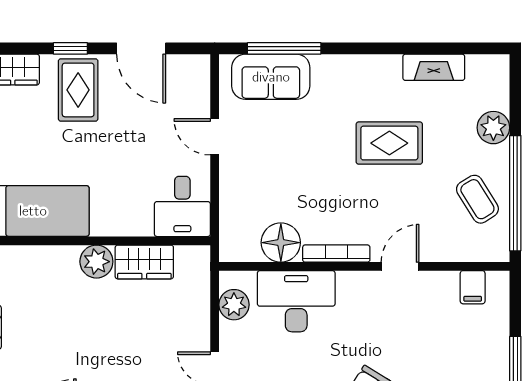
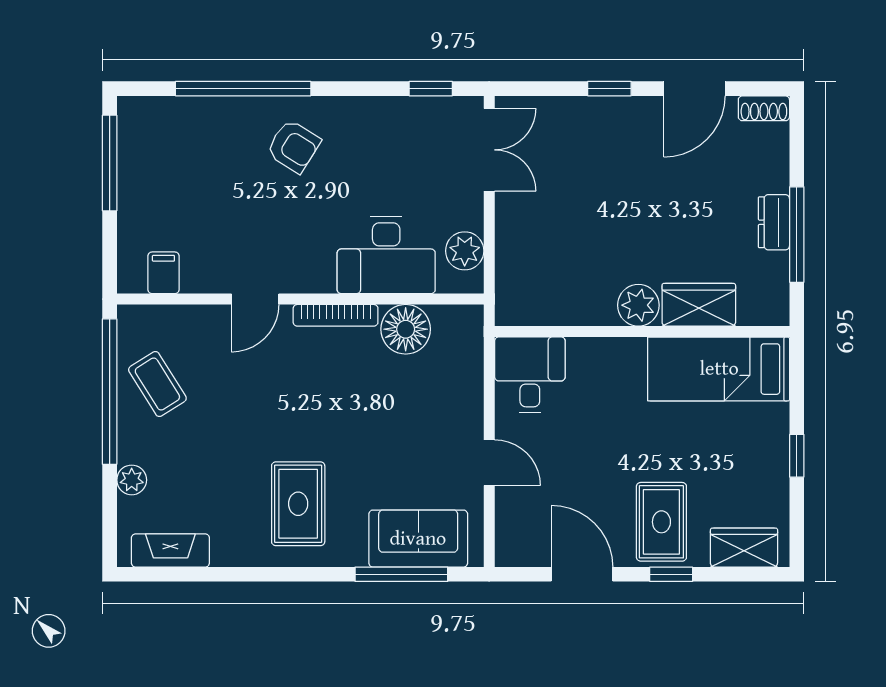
fireplace: (434, 67) -> (170, 550), moved
plant: (493, 128) -> (132, 480), width x0.73, depth x0.73
rug: (389, 143) -> (298, 504), moved, turned 90
wardrobe: (144, 262) -> (699, 305), moved

